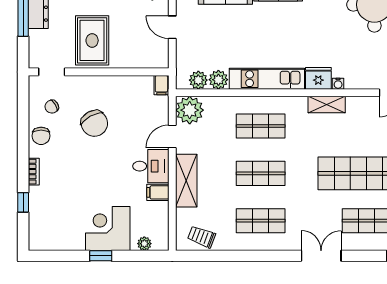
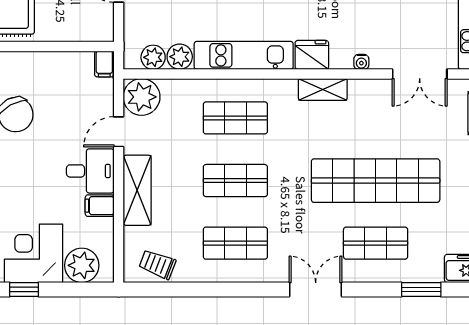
water cooler: (338, 84) -> (361, 62), moved
plant: (144, 244) -> (82, 265), width x1.87, depth x1.87

